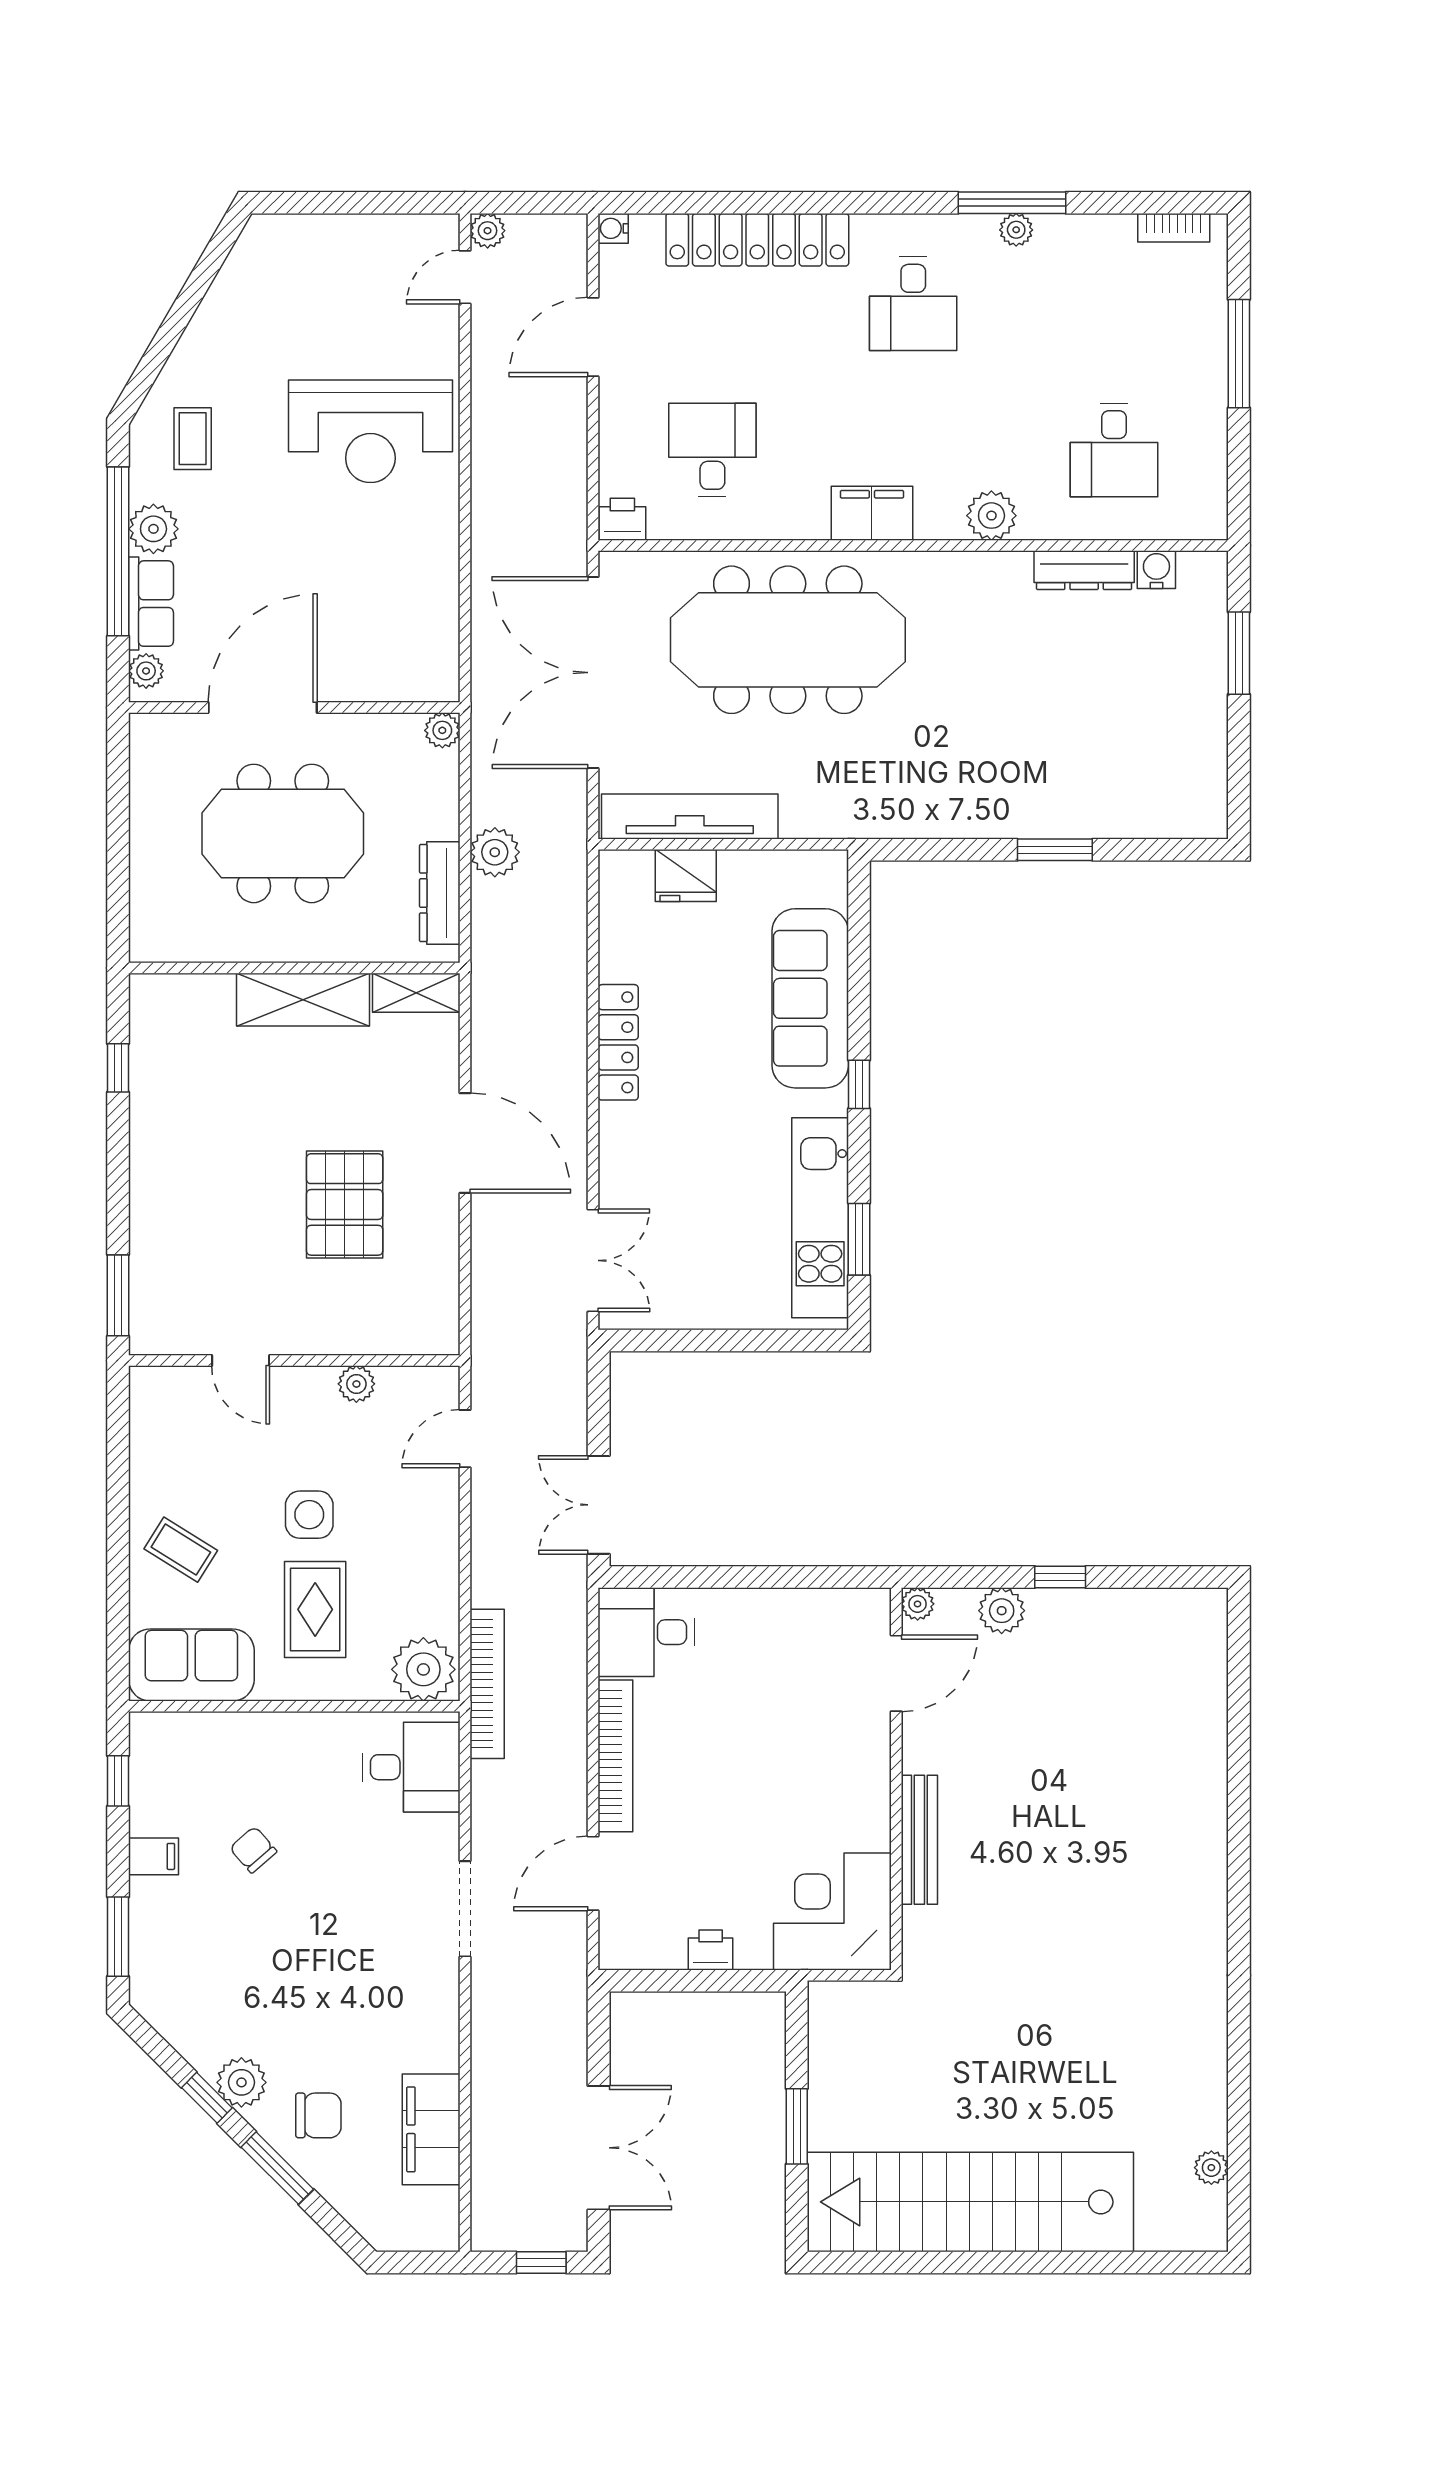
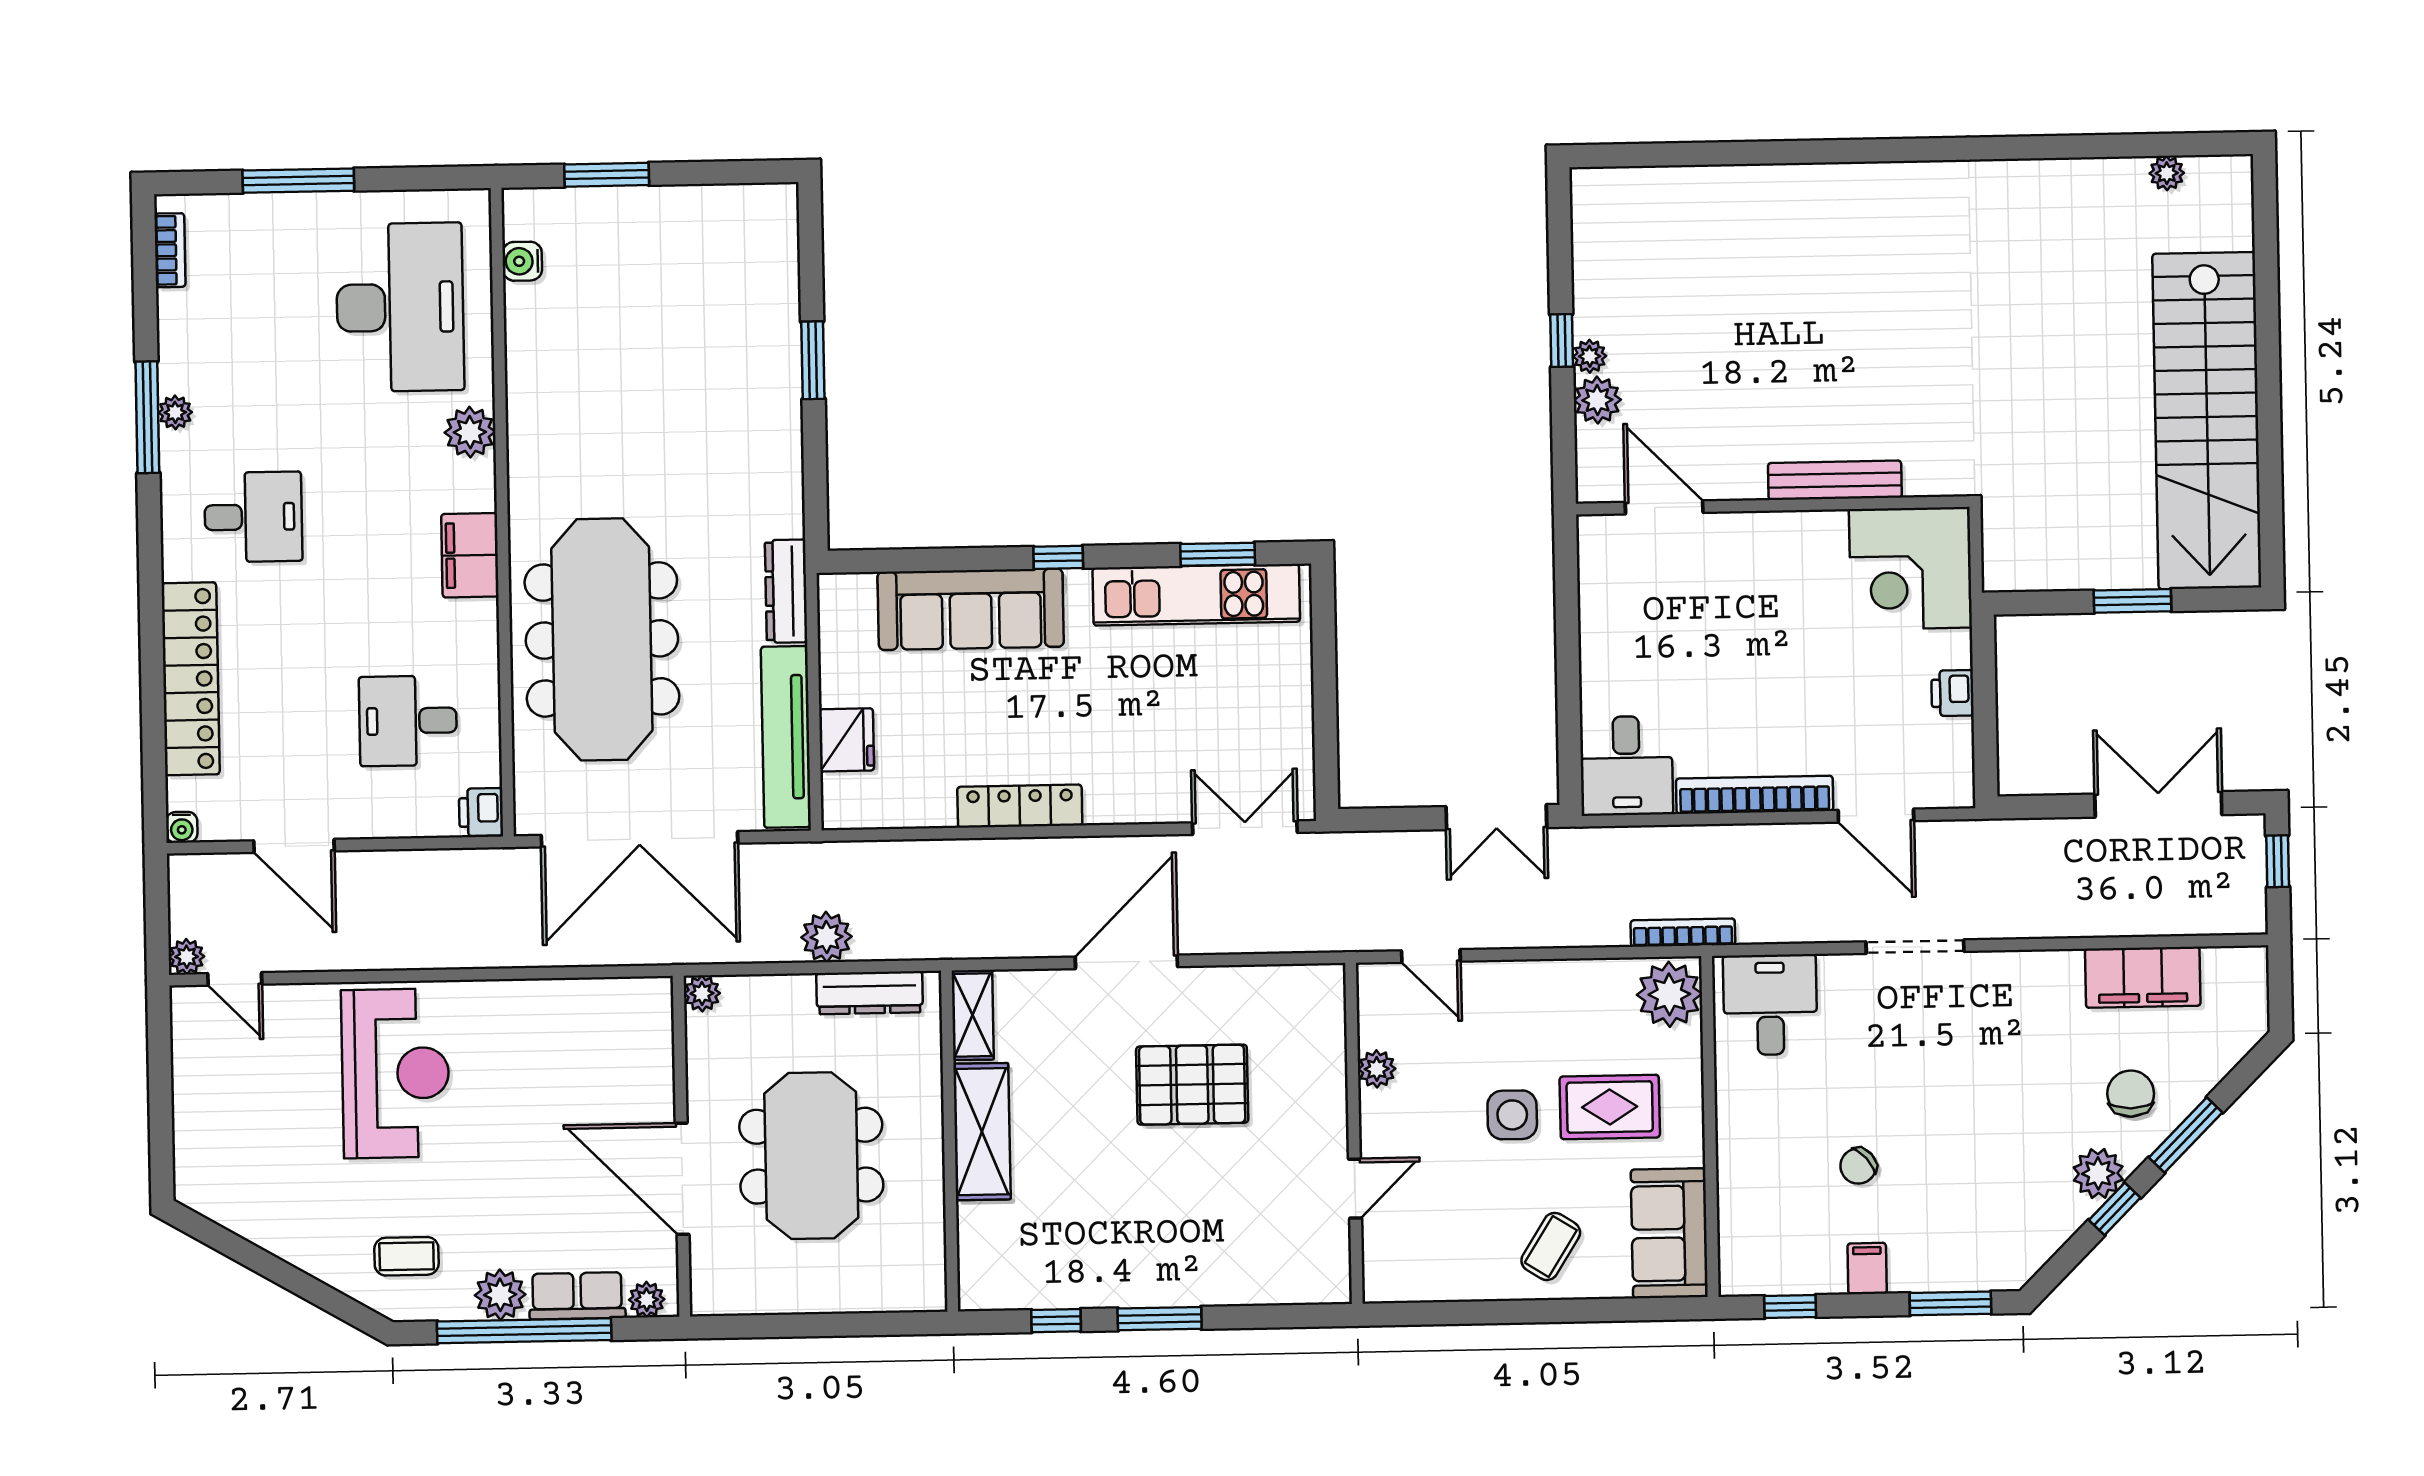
desk: (1114, 450) -> (400, 307), width x1.87, depth x1.30
dresser: (1084, 570) -> (786, 591), moved, turned 180
window: (118, 1295) -> (1160, 1319), moved
plant: (918, 1604) -> (1590, 356), moved
bookcase: (487, 1684) -> (1683, 933), width x0.68, depth x0.76

